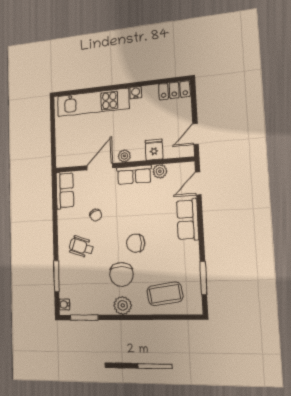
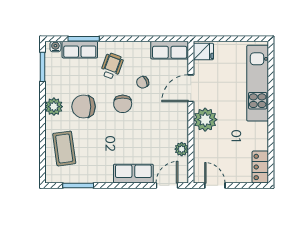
water cooler: (136, 93) -> (263, 128), removed
fridge: (154, 150) -> (203, 51), moved
plant: (124, 156) -> (205, 120), width x1.87, depth x1.87
door: (100, 167) -> (191, 88), swing flipped
row of seats: (134, 175) -> (80, 50), moved, turned -90
door: (198, 183) -> (167, 185), hinge flipped
chair: (136, 243) -> (123, 104), moved, turned 180

